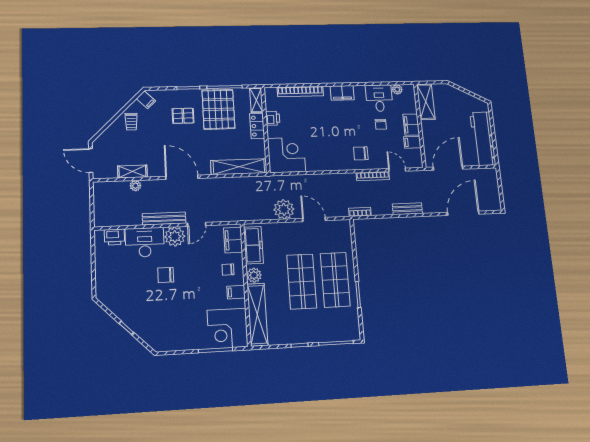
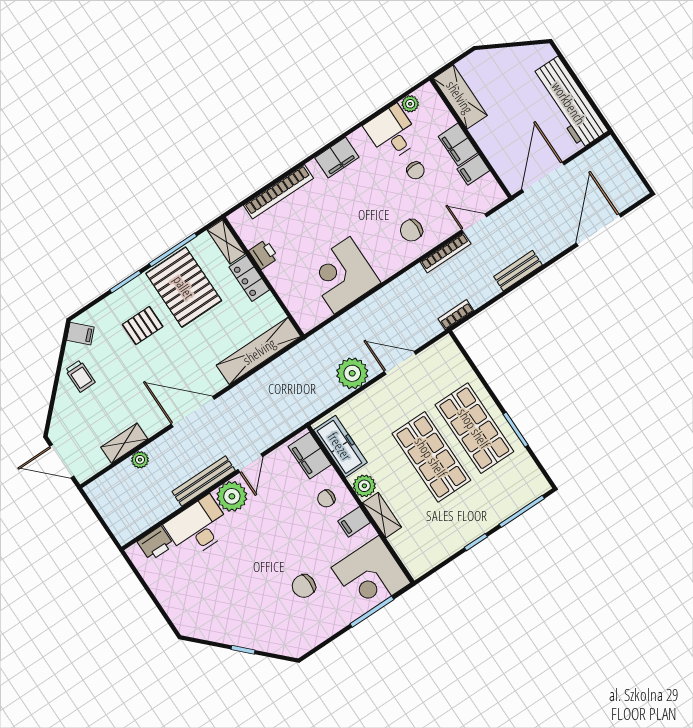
corner desk: (286, 155) -> (342, 275), moved, turned -90
chair: (166, 275) -> (304, 586), moved
shelving: (257, 315) -> (382, 515), width x0.45, depth x0.75

